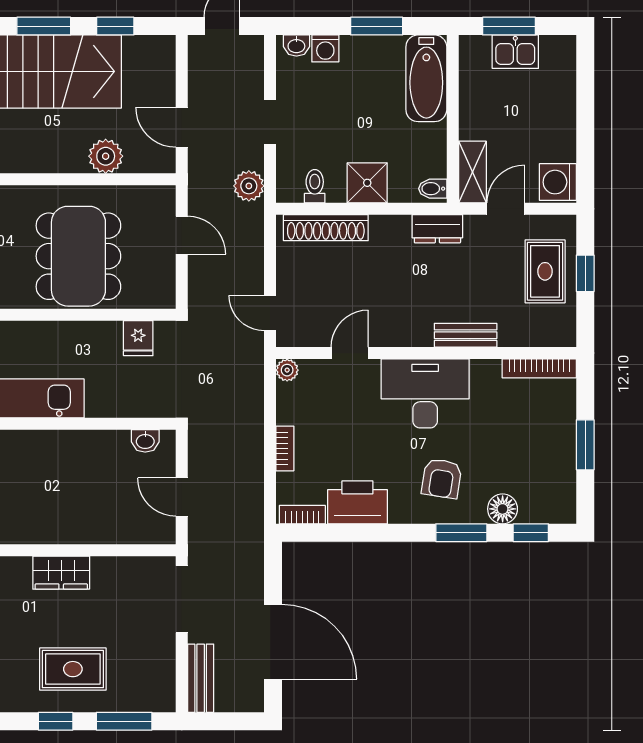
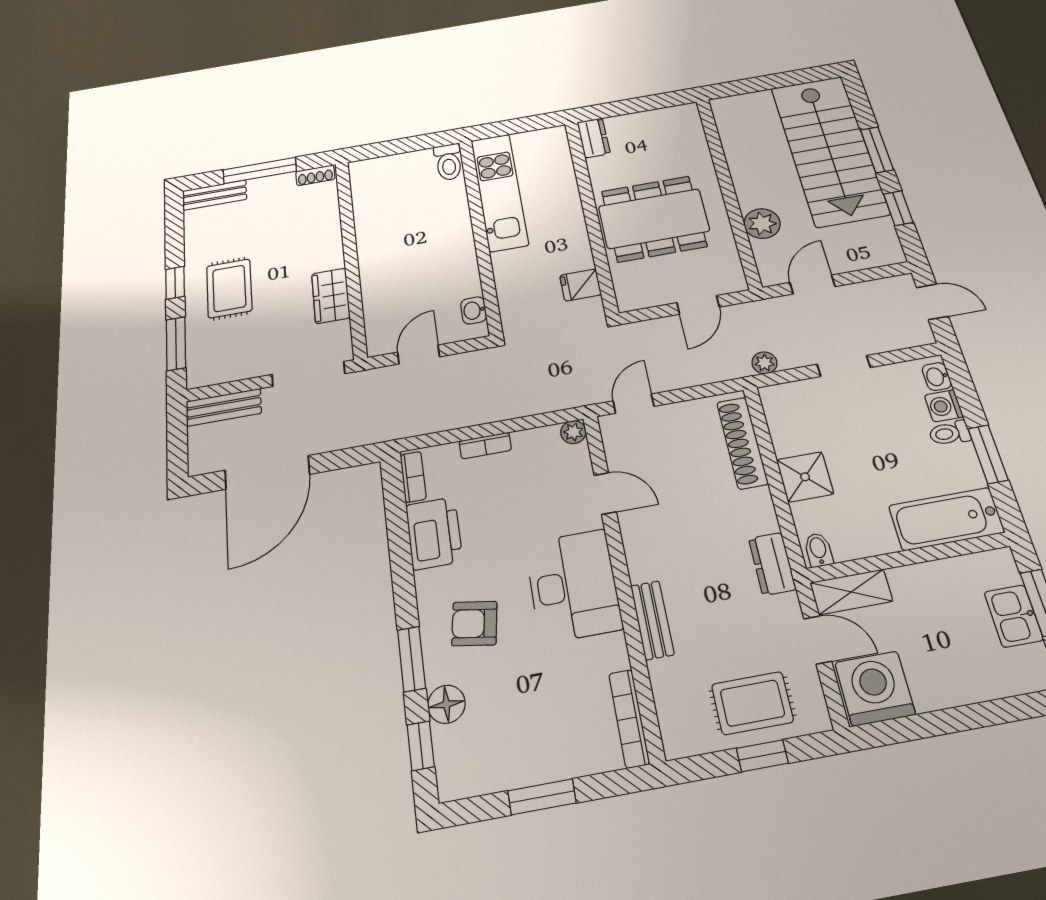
washing machine: (558, 182) -> (875, 688), width x1.37, depth x1.37
plant: (249, 186) -> (764, 363), width x0.73, depth x0.73
toilet: (315, 186) -> (950, 433), moved, turned 180
wardrobe: (61, 573) -> (331, 296), moved

